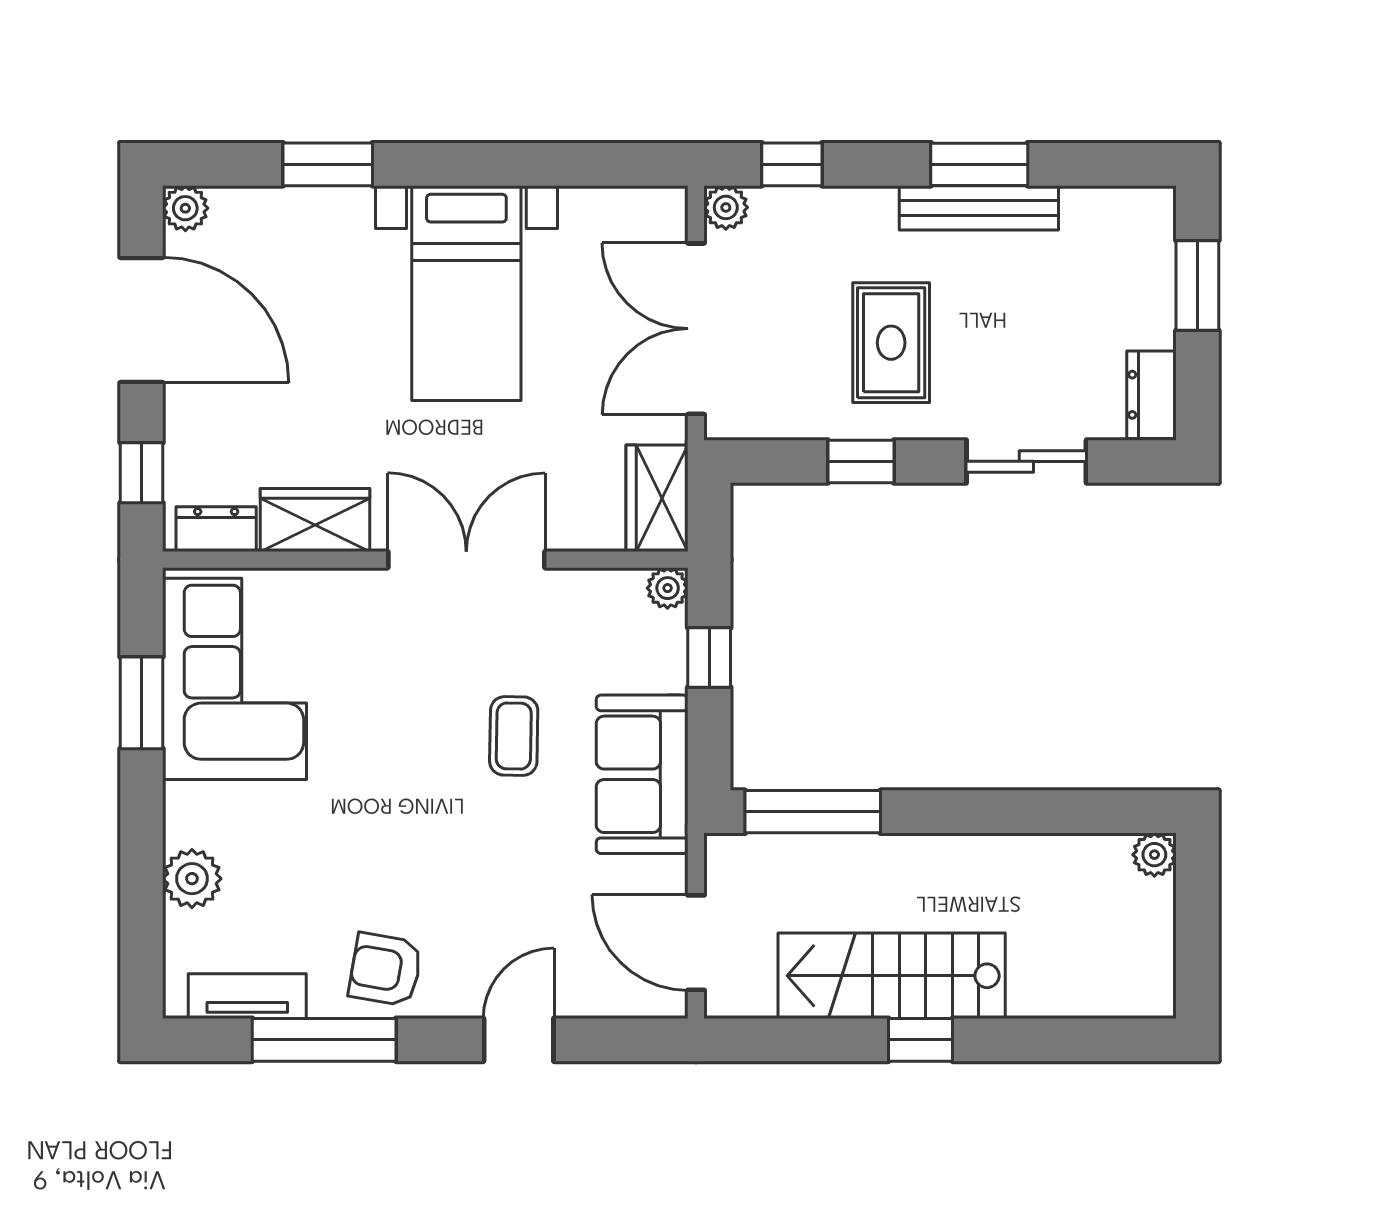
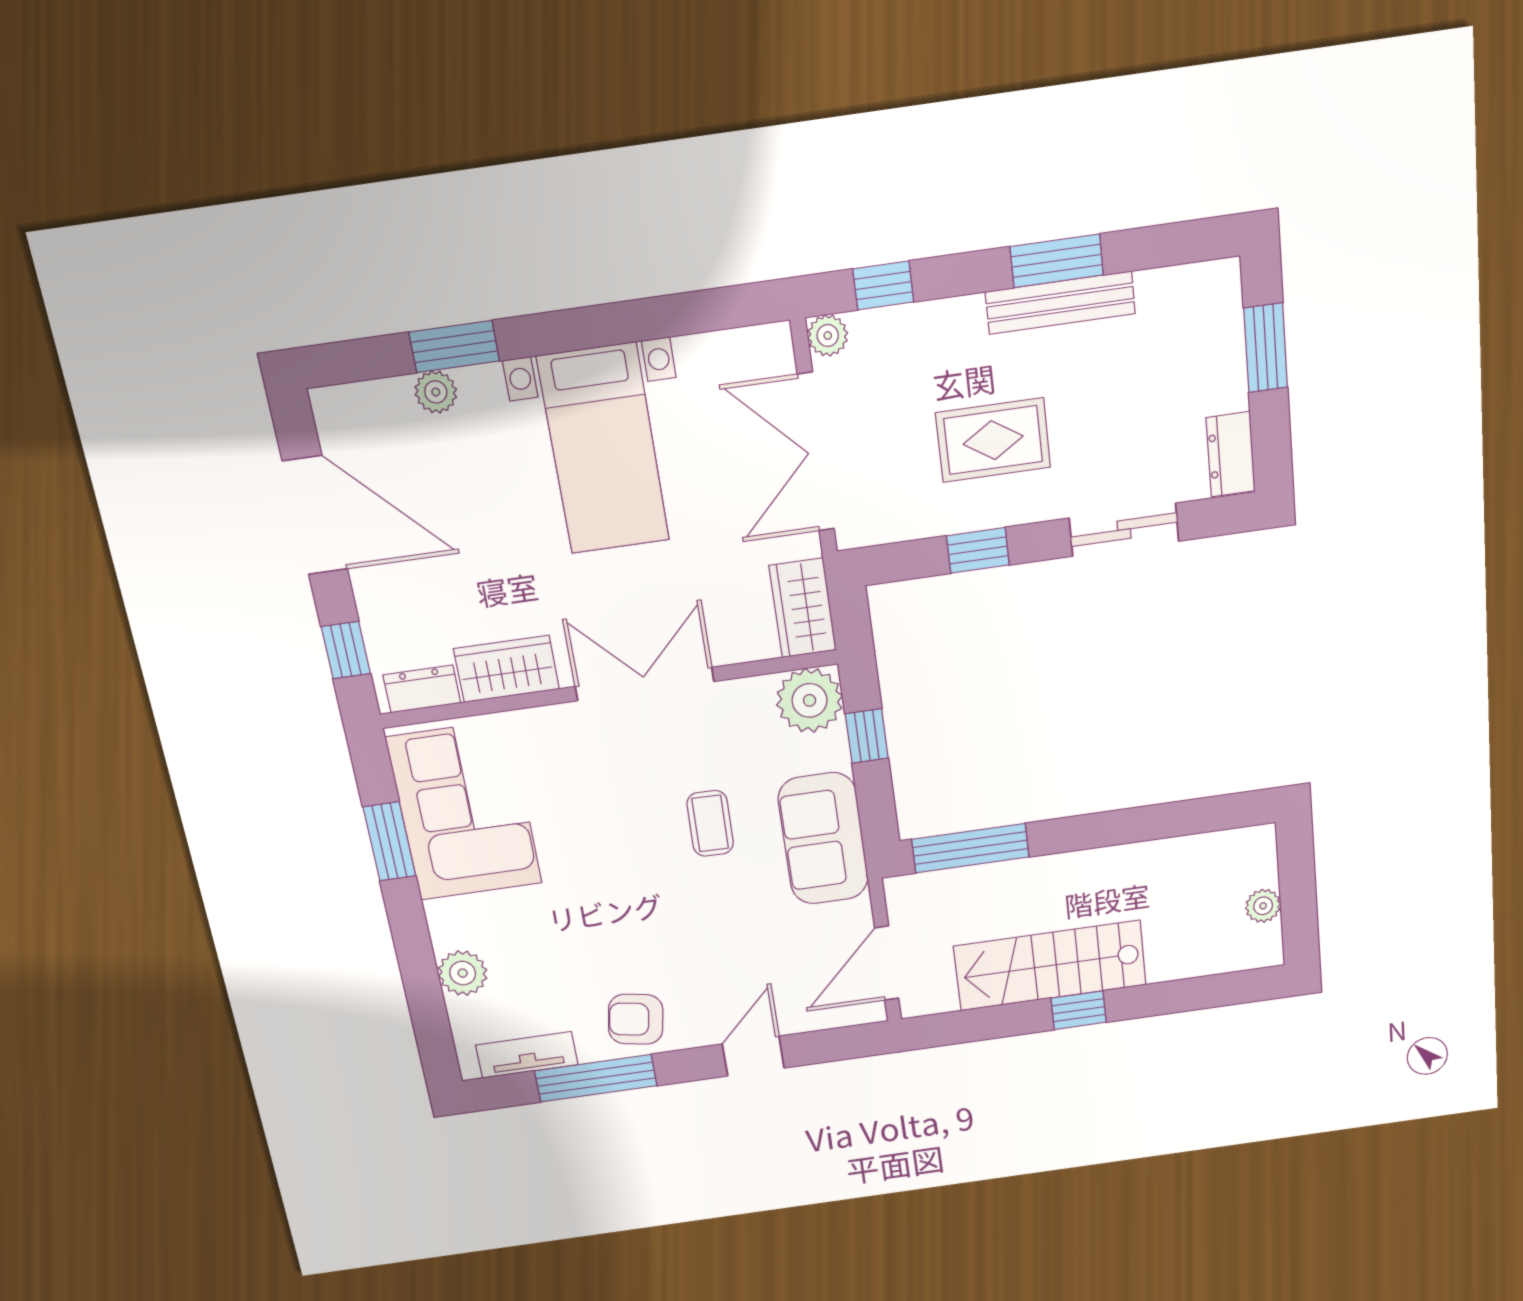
plant: (185, 208) -> (436, 392), moved
rug: (891, 343) -> (993, 440), turned 90
plant: (668, 588) -> (810, 700), width x1.88, depth x1.88
plant: (1154, 855) -> (1263, 906), moved
door: (696, 943) -> (887, 963), hinge flipped

